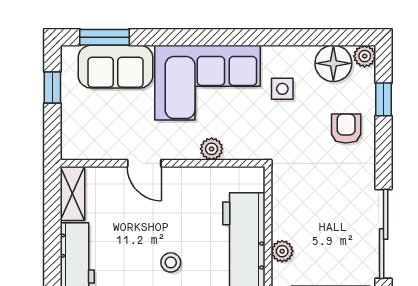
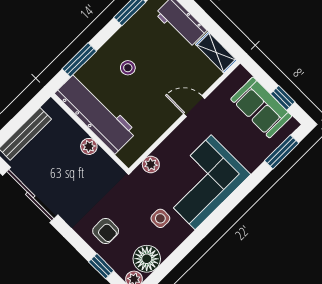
sofa: (115, 67) -> (261, 107), moved, turned -90
plant: (212, 149) -> (151, 165), moved
plant: (282, 251) -> (89, 146), moved

